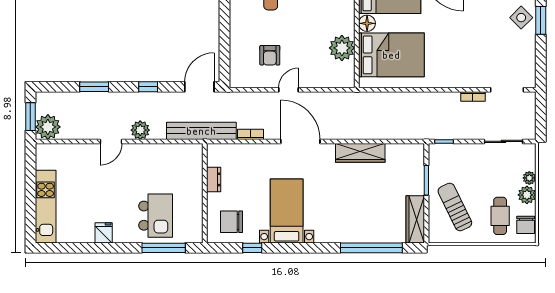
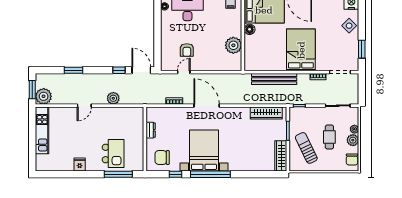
window: (541, 20) -> (362, 49), moved
bed: (391, 55) -> (301, 50), moved, turned -90
window: (148, 87) -> (119, 70), moved
door: (199, 87) -> (141, 70), hinge flipped
door: (289, 90) -> (184, 72), moved
plant: (140, 130) -> (113, 98), moved
bench: (201, 131) -> (274, 79), moved
wardrobe: (360, 153) -> (266, 113), moved
kitchen unit: (46, 207) -> (42, 130), moved
bed with nightstands: (287, 211) -> (204, 150), width x1.36
cafe table: (500, 216) -> (329, 137), moved
window: (371, 248) -> (210, 174), moved

